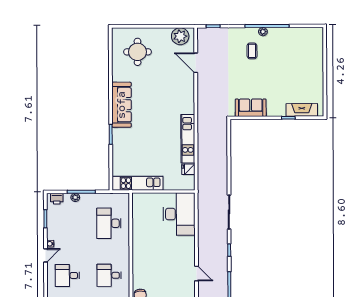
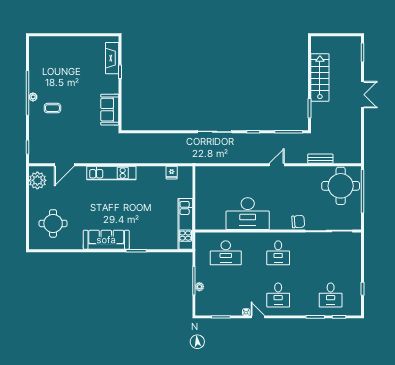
kitchen unit: (188, 139) -> (111, 173), moved
printer: (57, 199) -> (201, 305), removed
desk: (179, 214) -> (248, 214), moved, turned 180

